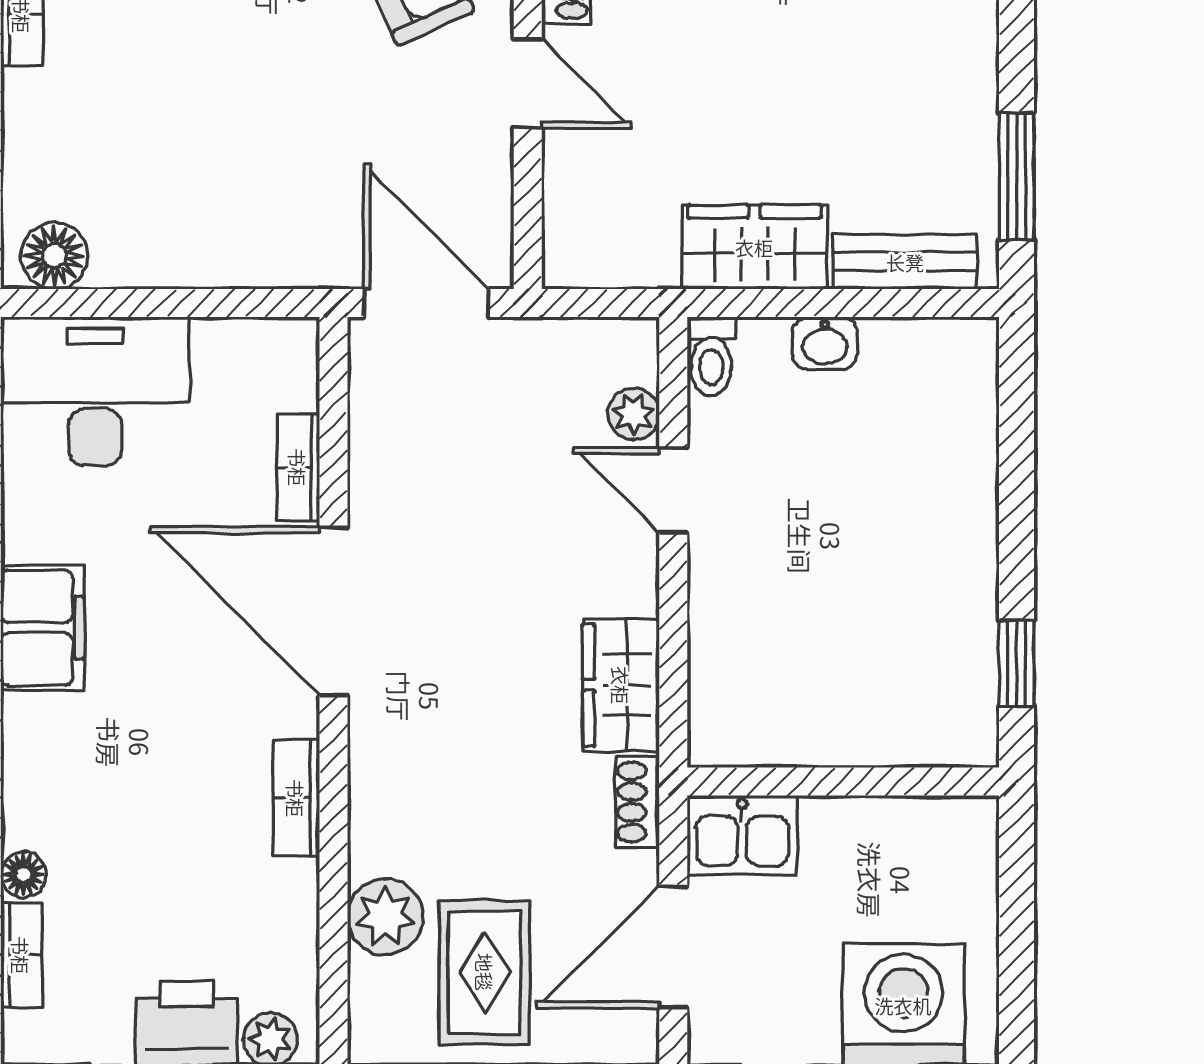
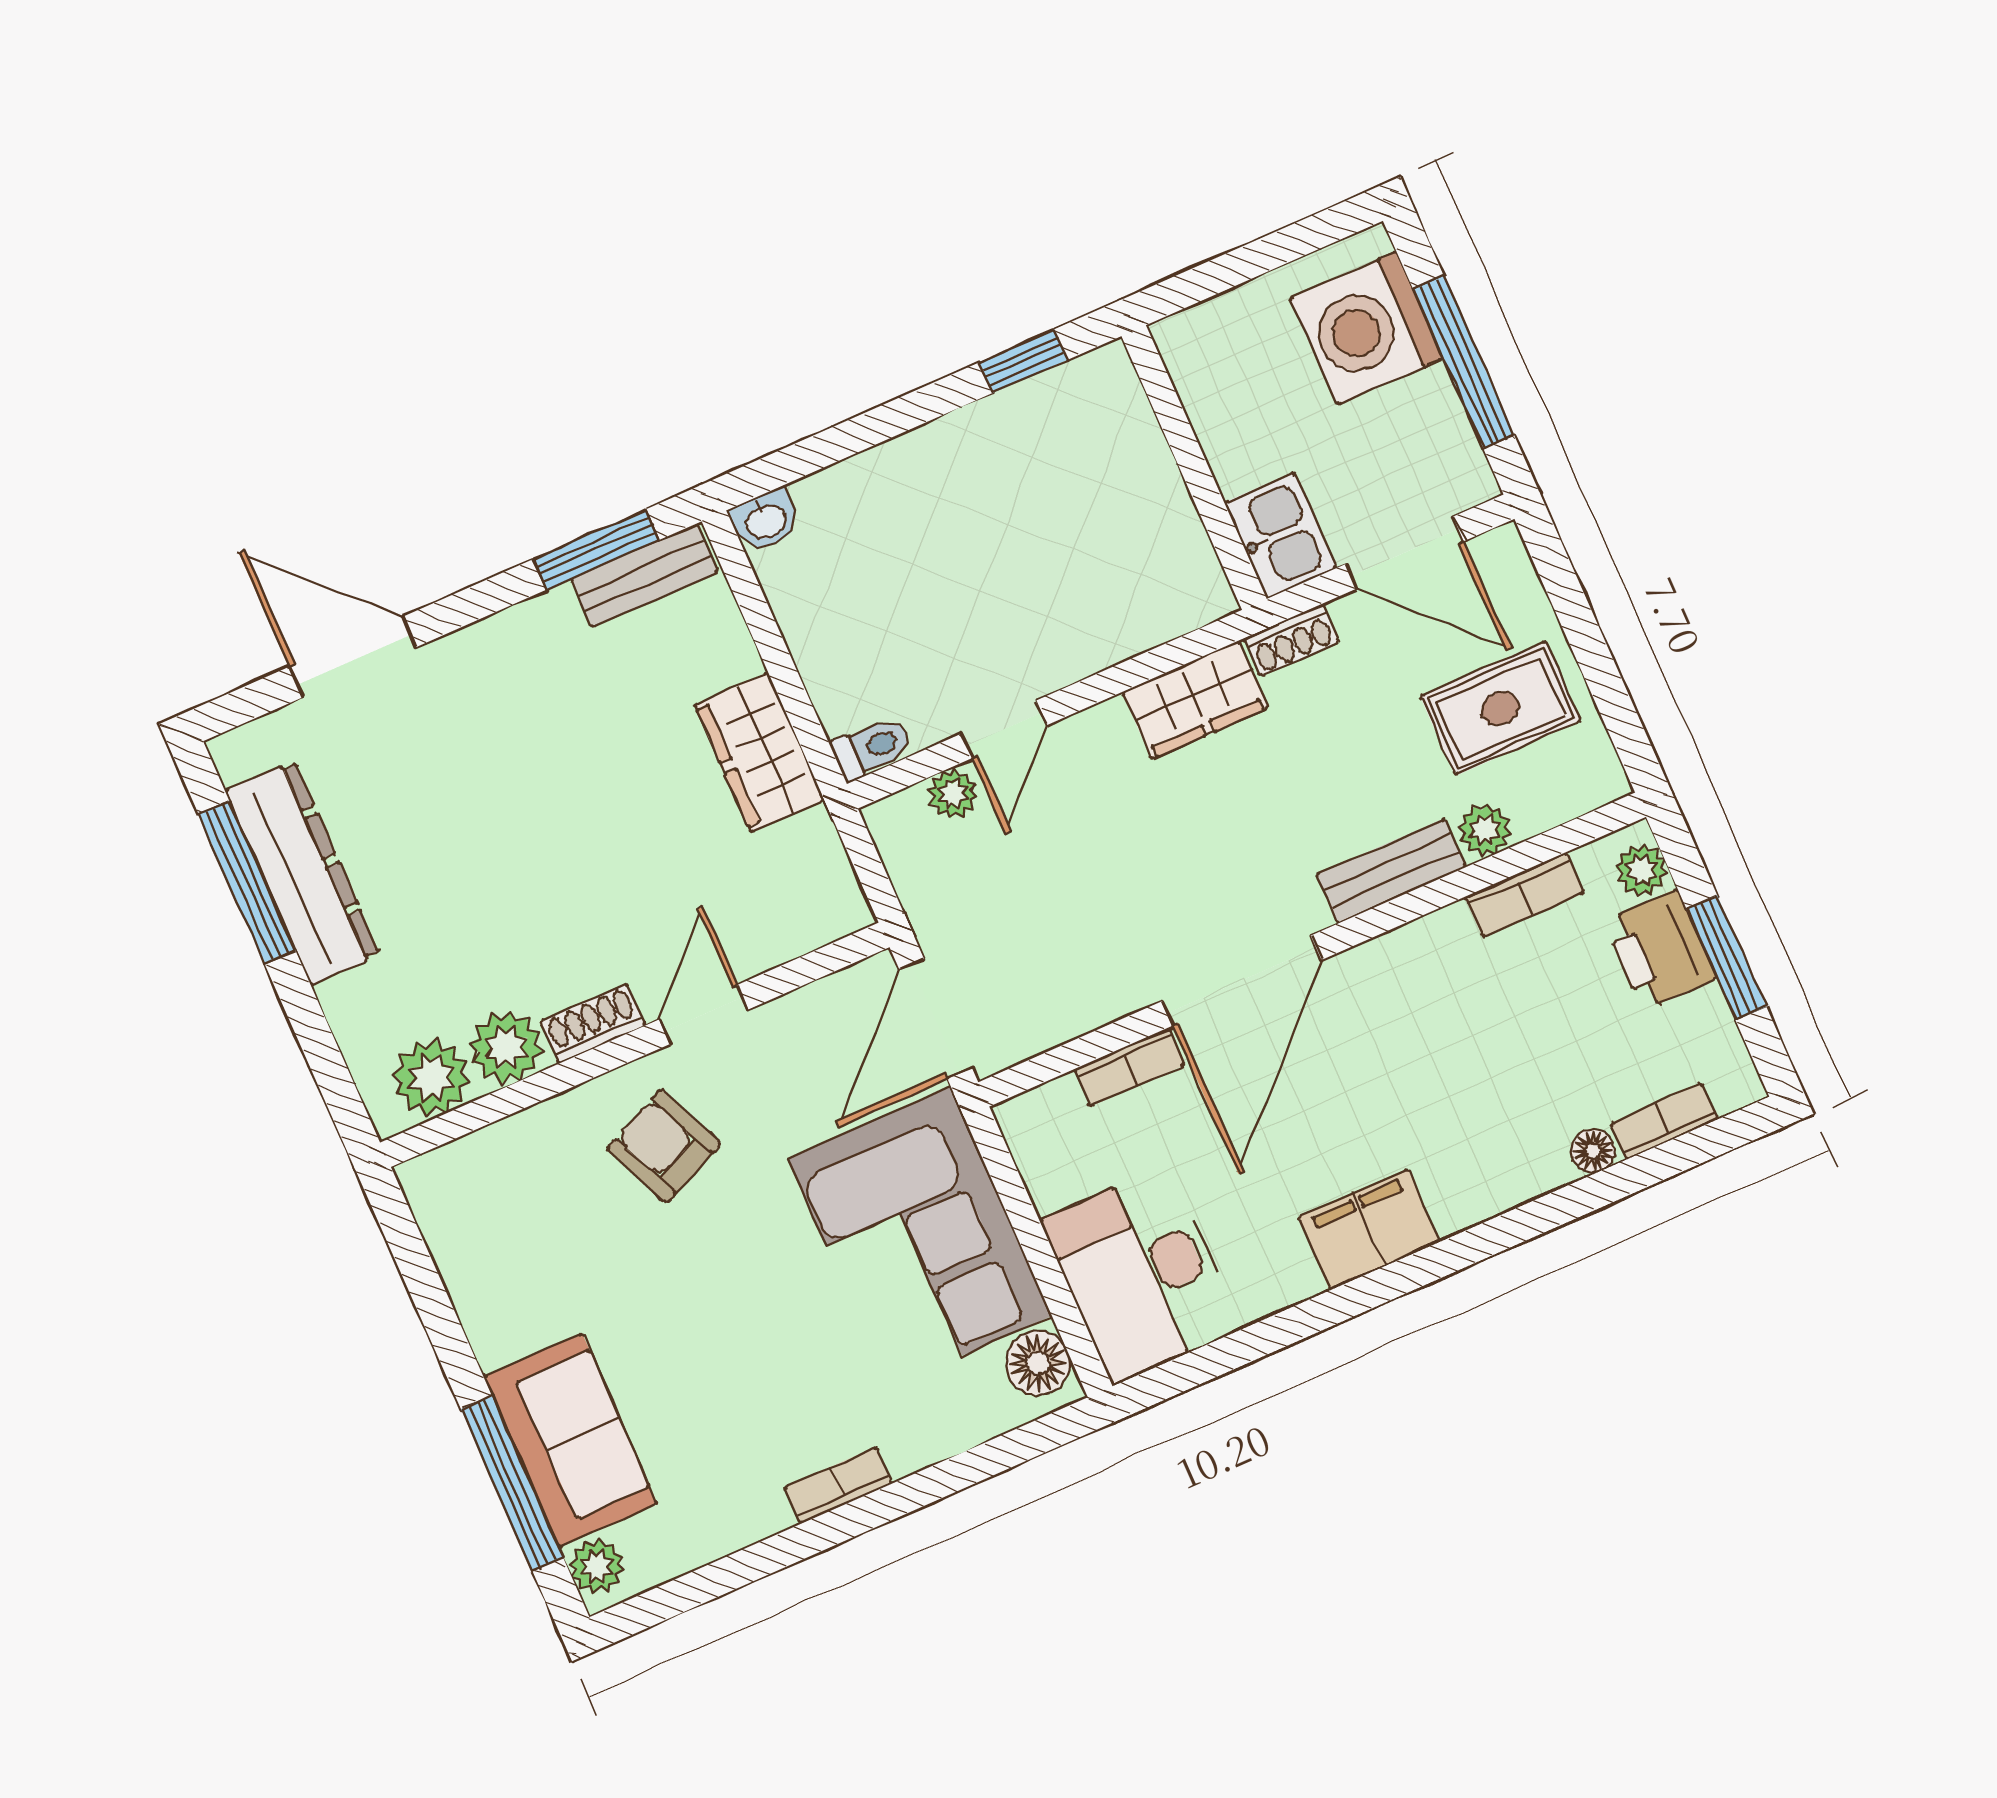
corner sofa: (224, 196) -> (920, 1237), added
bench: (905, 262) -> (645, 575), moved, turned 90
washbasin: (825, 343) -> (766, 521), moved, turned 90
bookcase: (296, 798) -> (1524, 895), moved
bench: (375, 800) -> (1391, 871), added
plant: (385, 917) -> (1485, 830), width x0.73, depth x0.73

